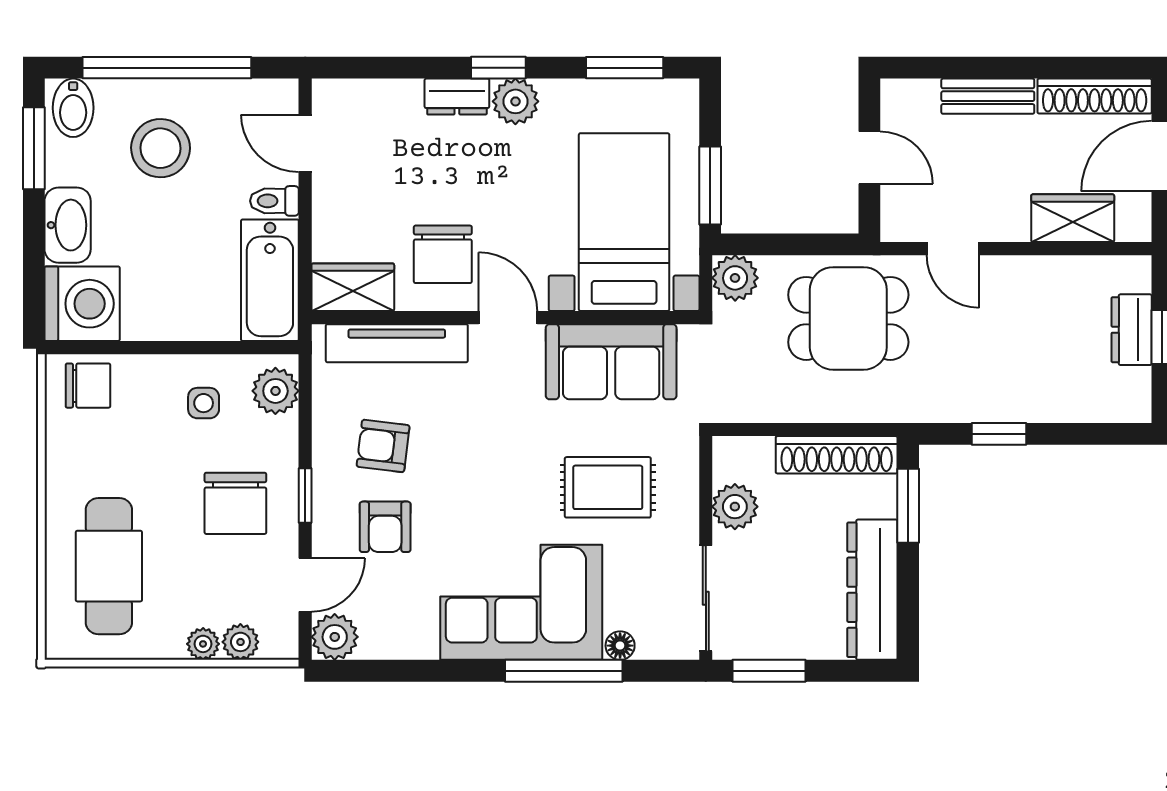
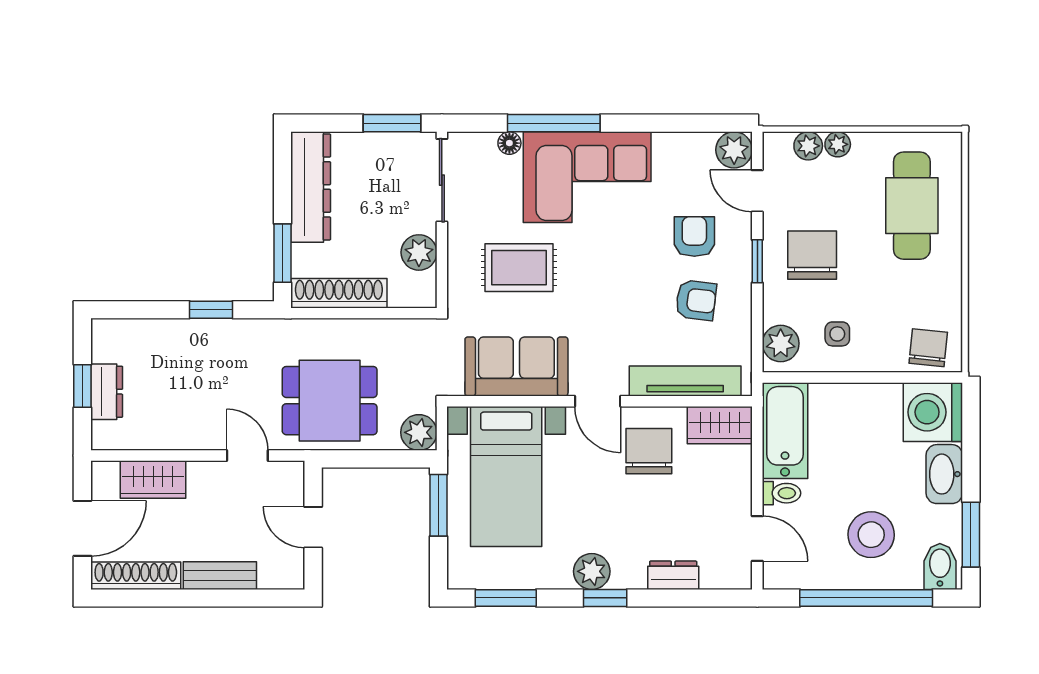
dresser: (457, 97) -> (673, 575), moved
chair: (88, 386) -> (928, 348), turned 96
door: (305, 585) -> (757, 191), hinge flipped

